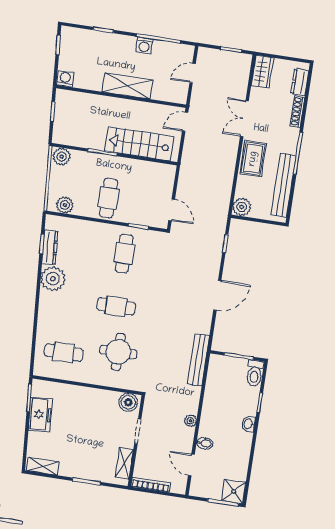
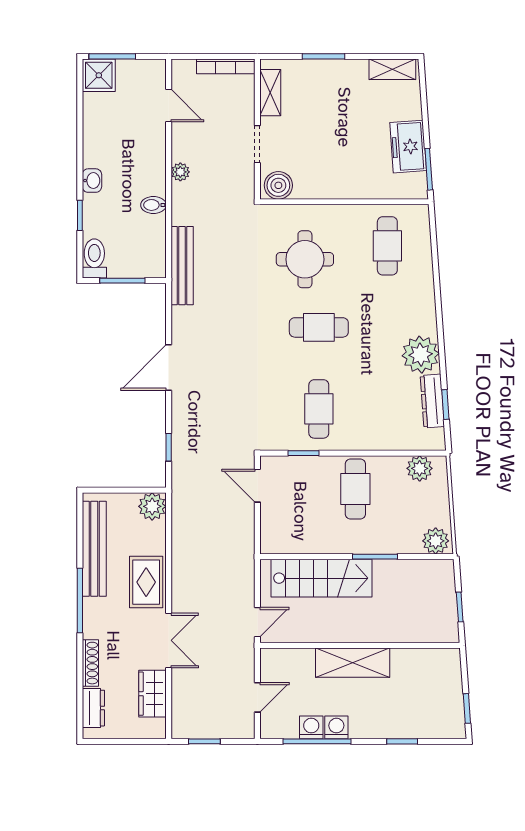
wardrobe: (262, 72) -> (152, 694), moved
washing machine: (65, 79) -> (311, 727), moved, turned 180
cafe table: (64, 352) -> (387, 246), turned 90
bidet: (205, 443) -> (153, 205), moved

